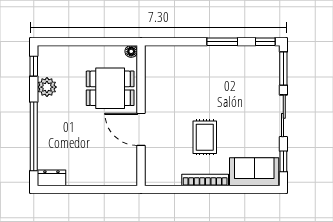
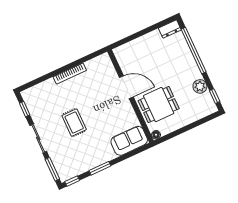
rug: (205, 137) -> (74, 123), moved
sofa: (254, 172) -> (129, 141), moved, turned 180

